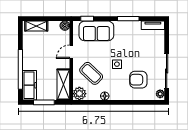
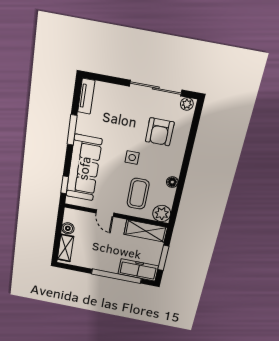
boiler: (65, 26) -> (68, 228), moved
sofa: (96, 31) -> (84, 168), width x1.36
coffee table: (91, 73) -> (138, 194), turned -43

